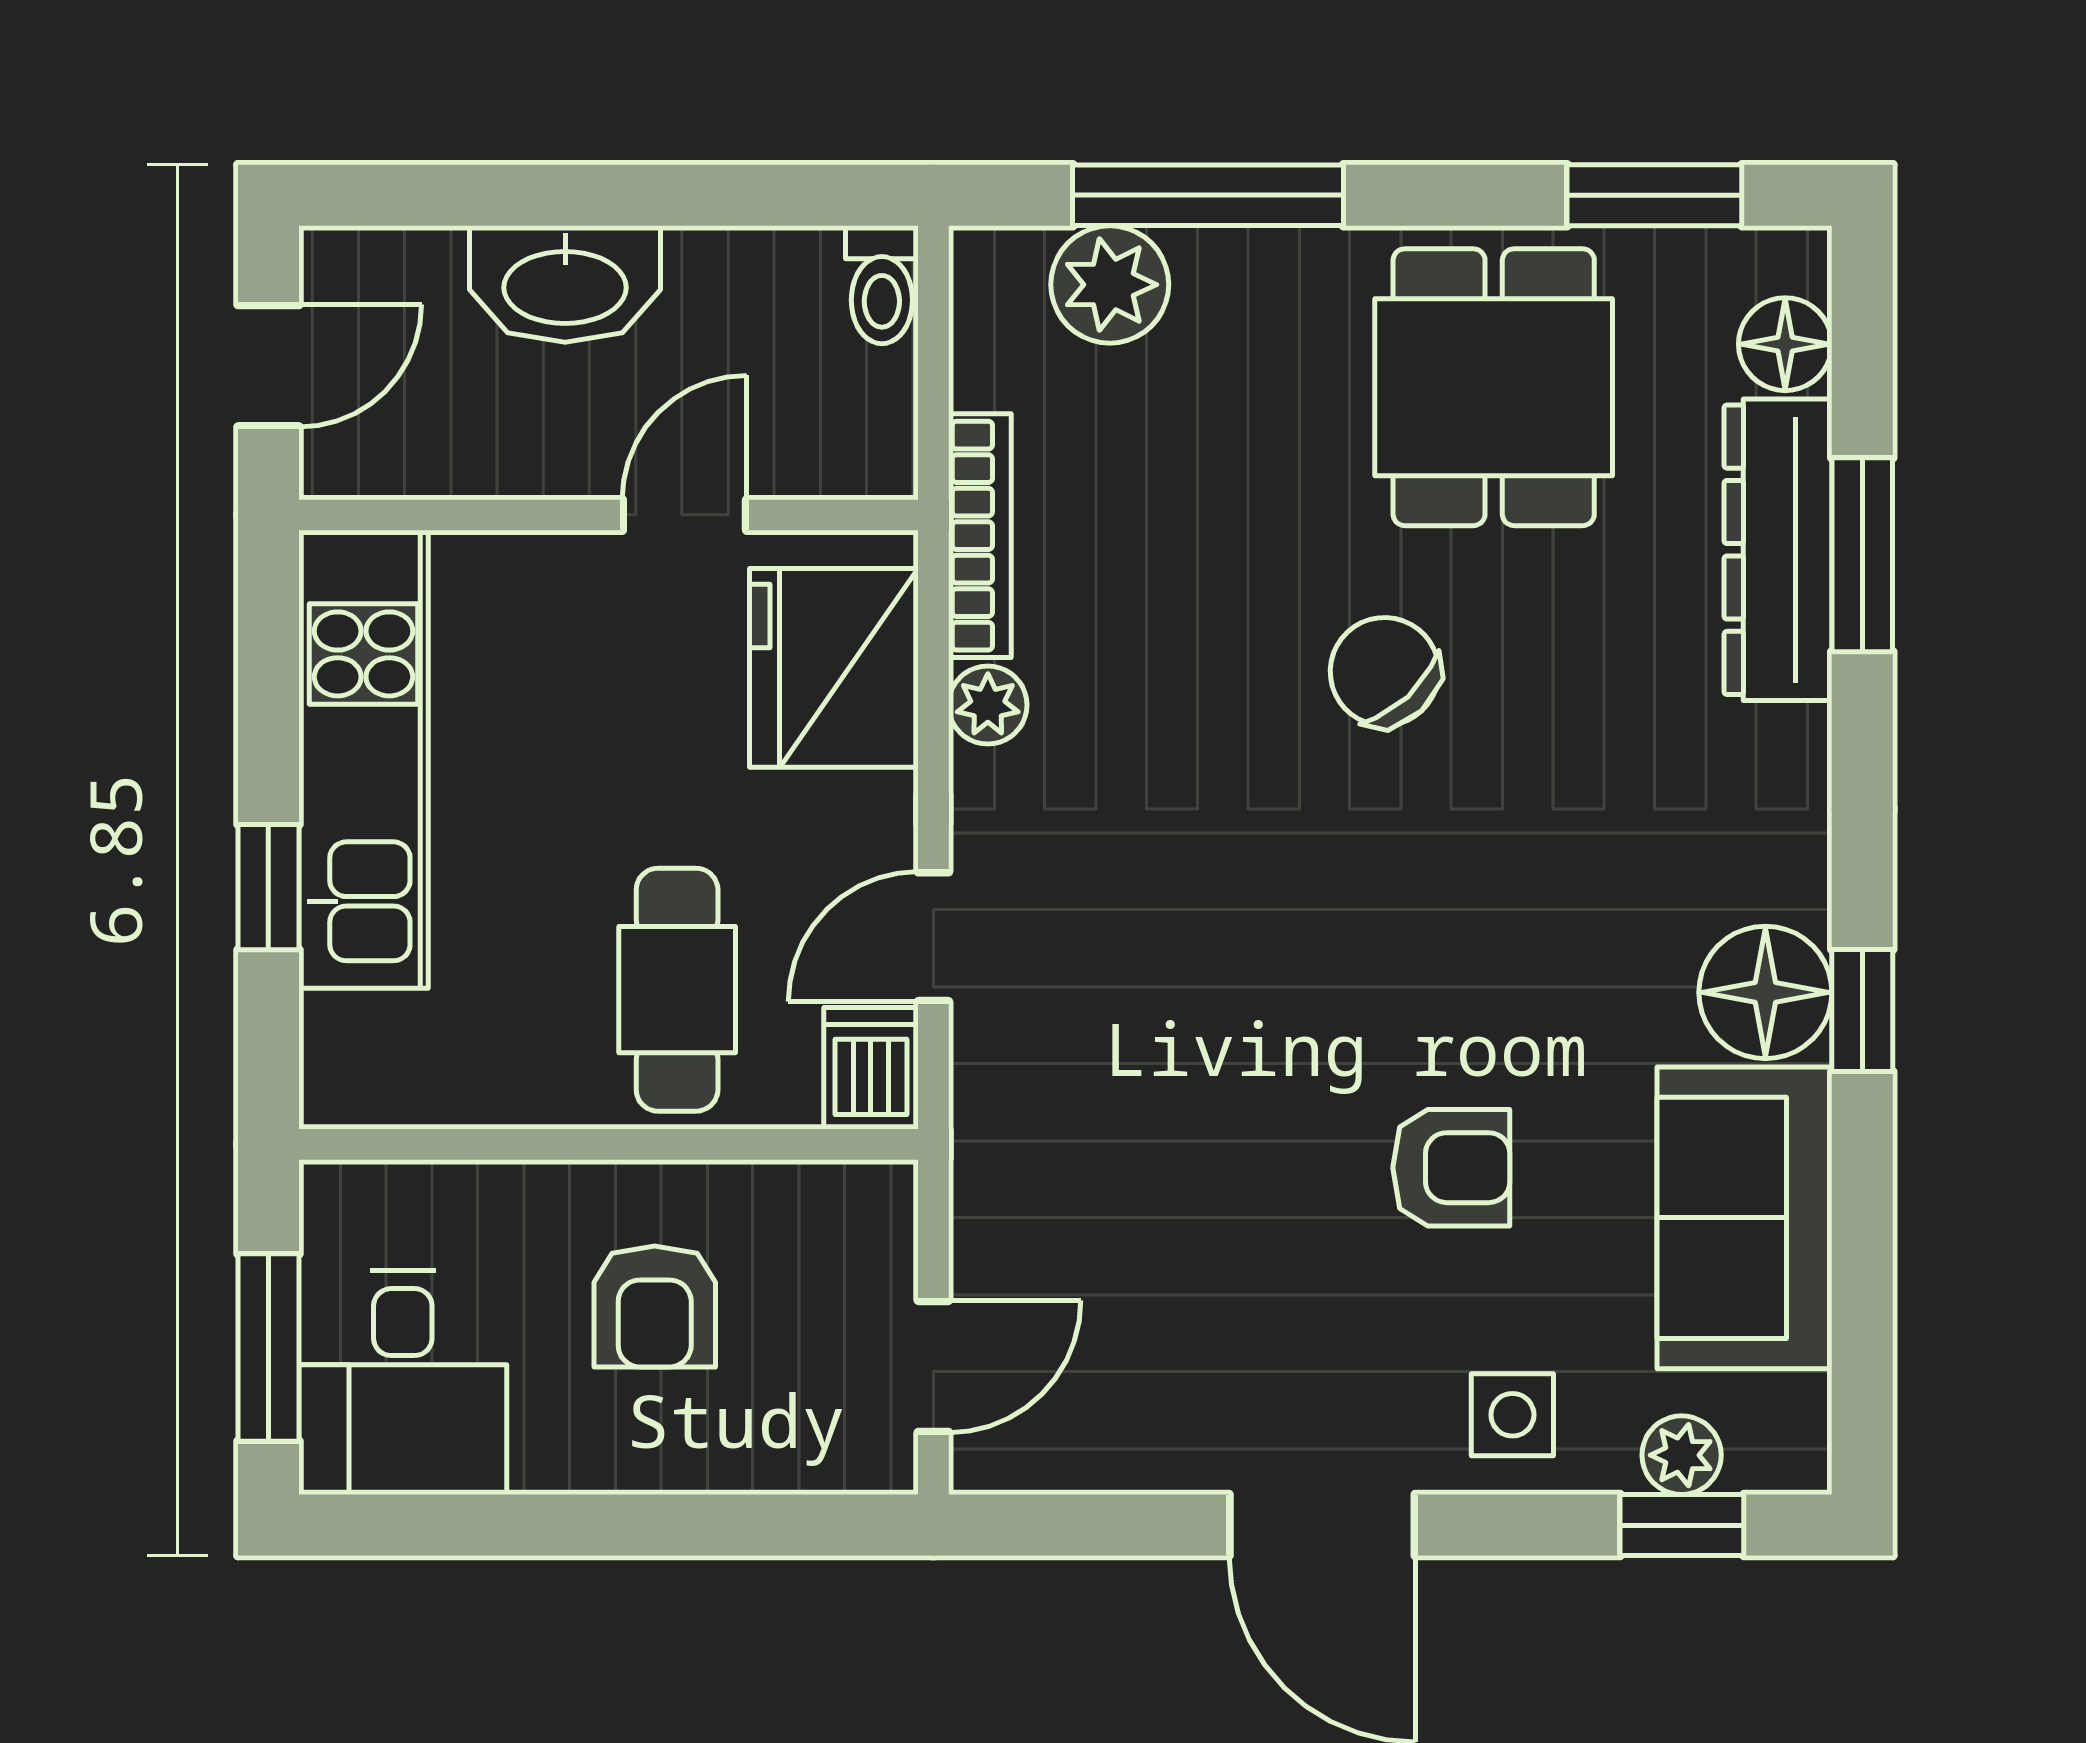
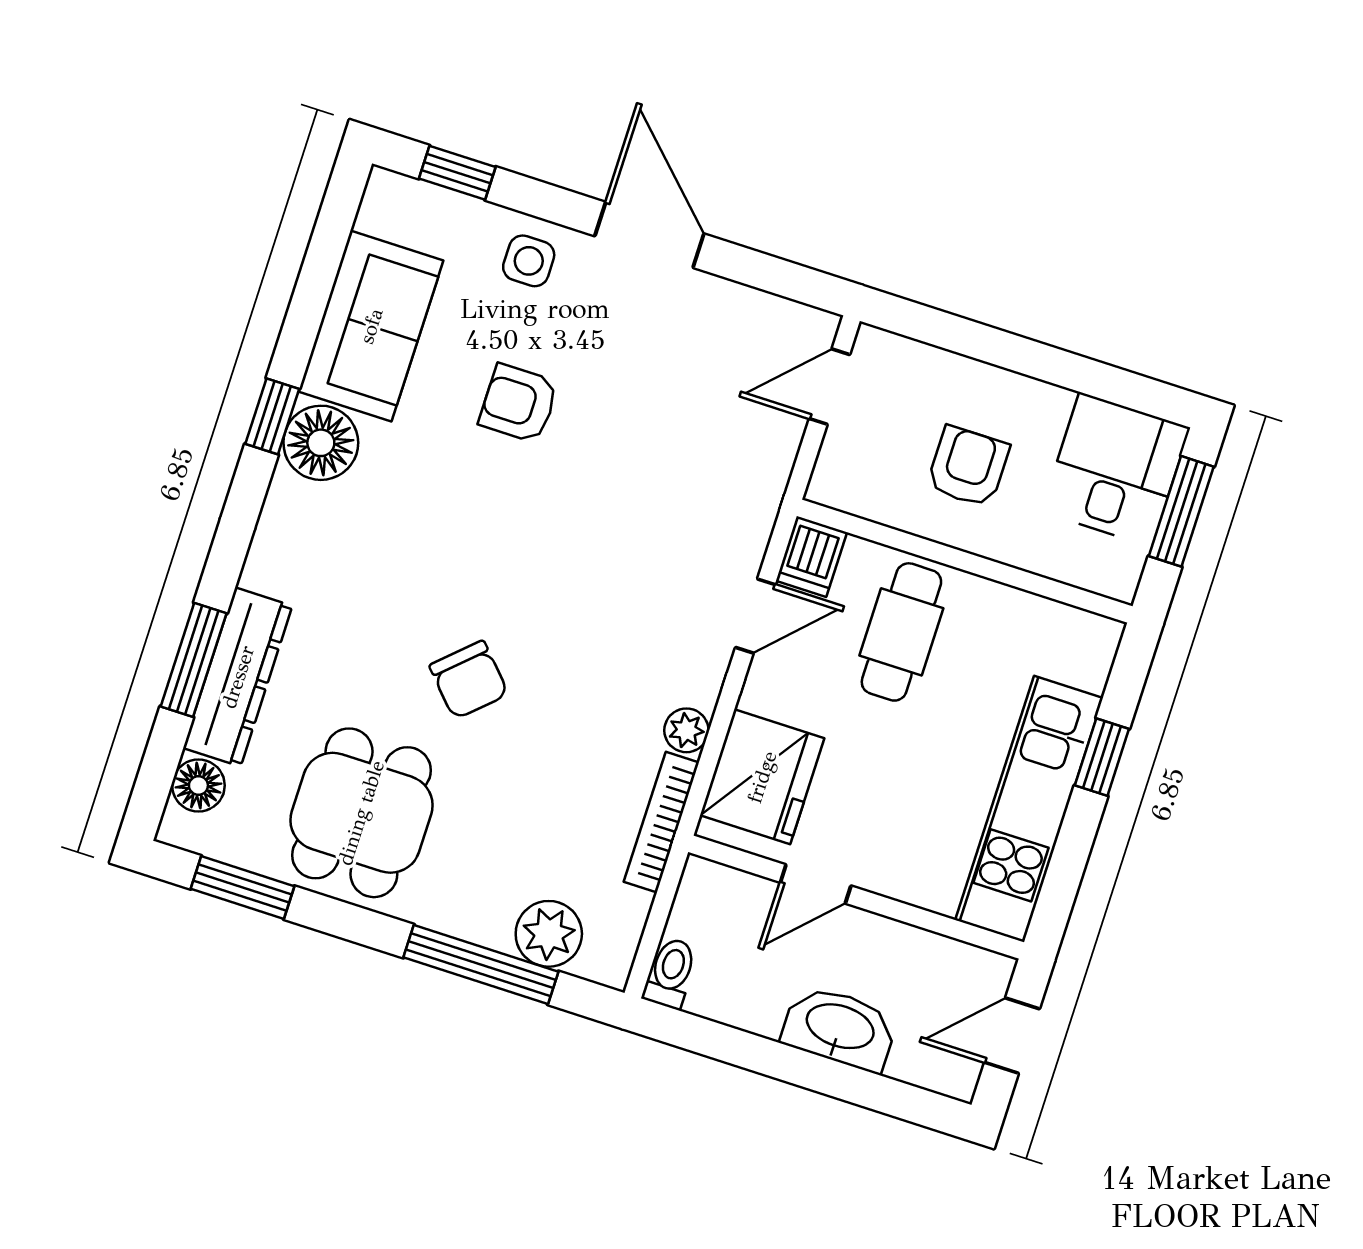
plant: (1682, 1455) -> (445, 210), removed

